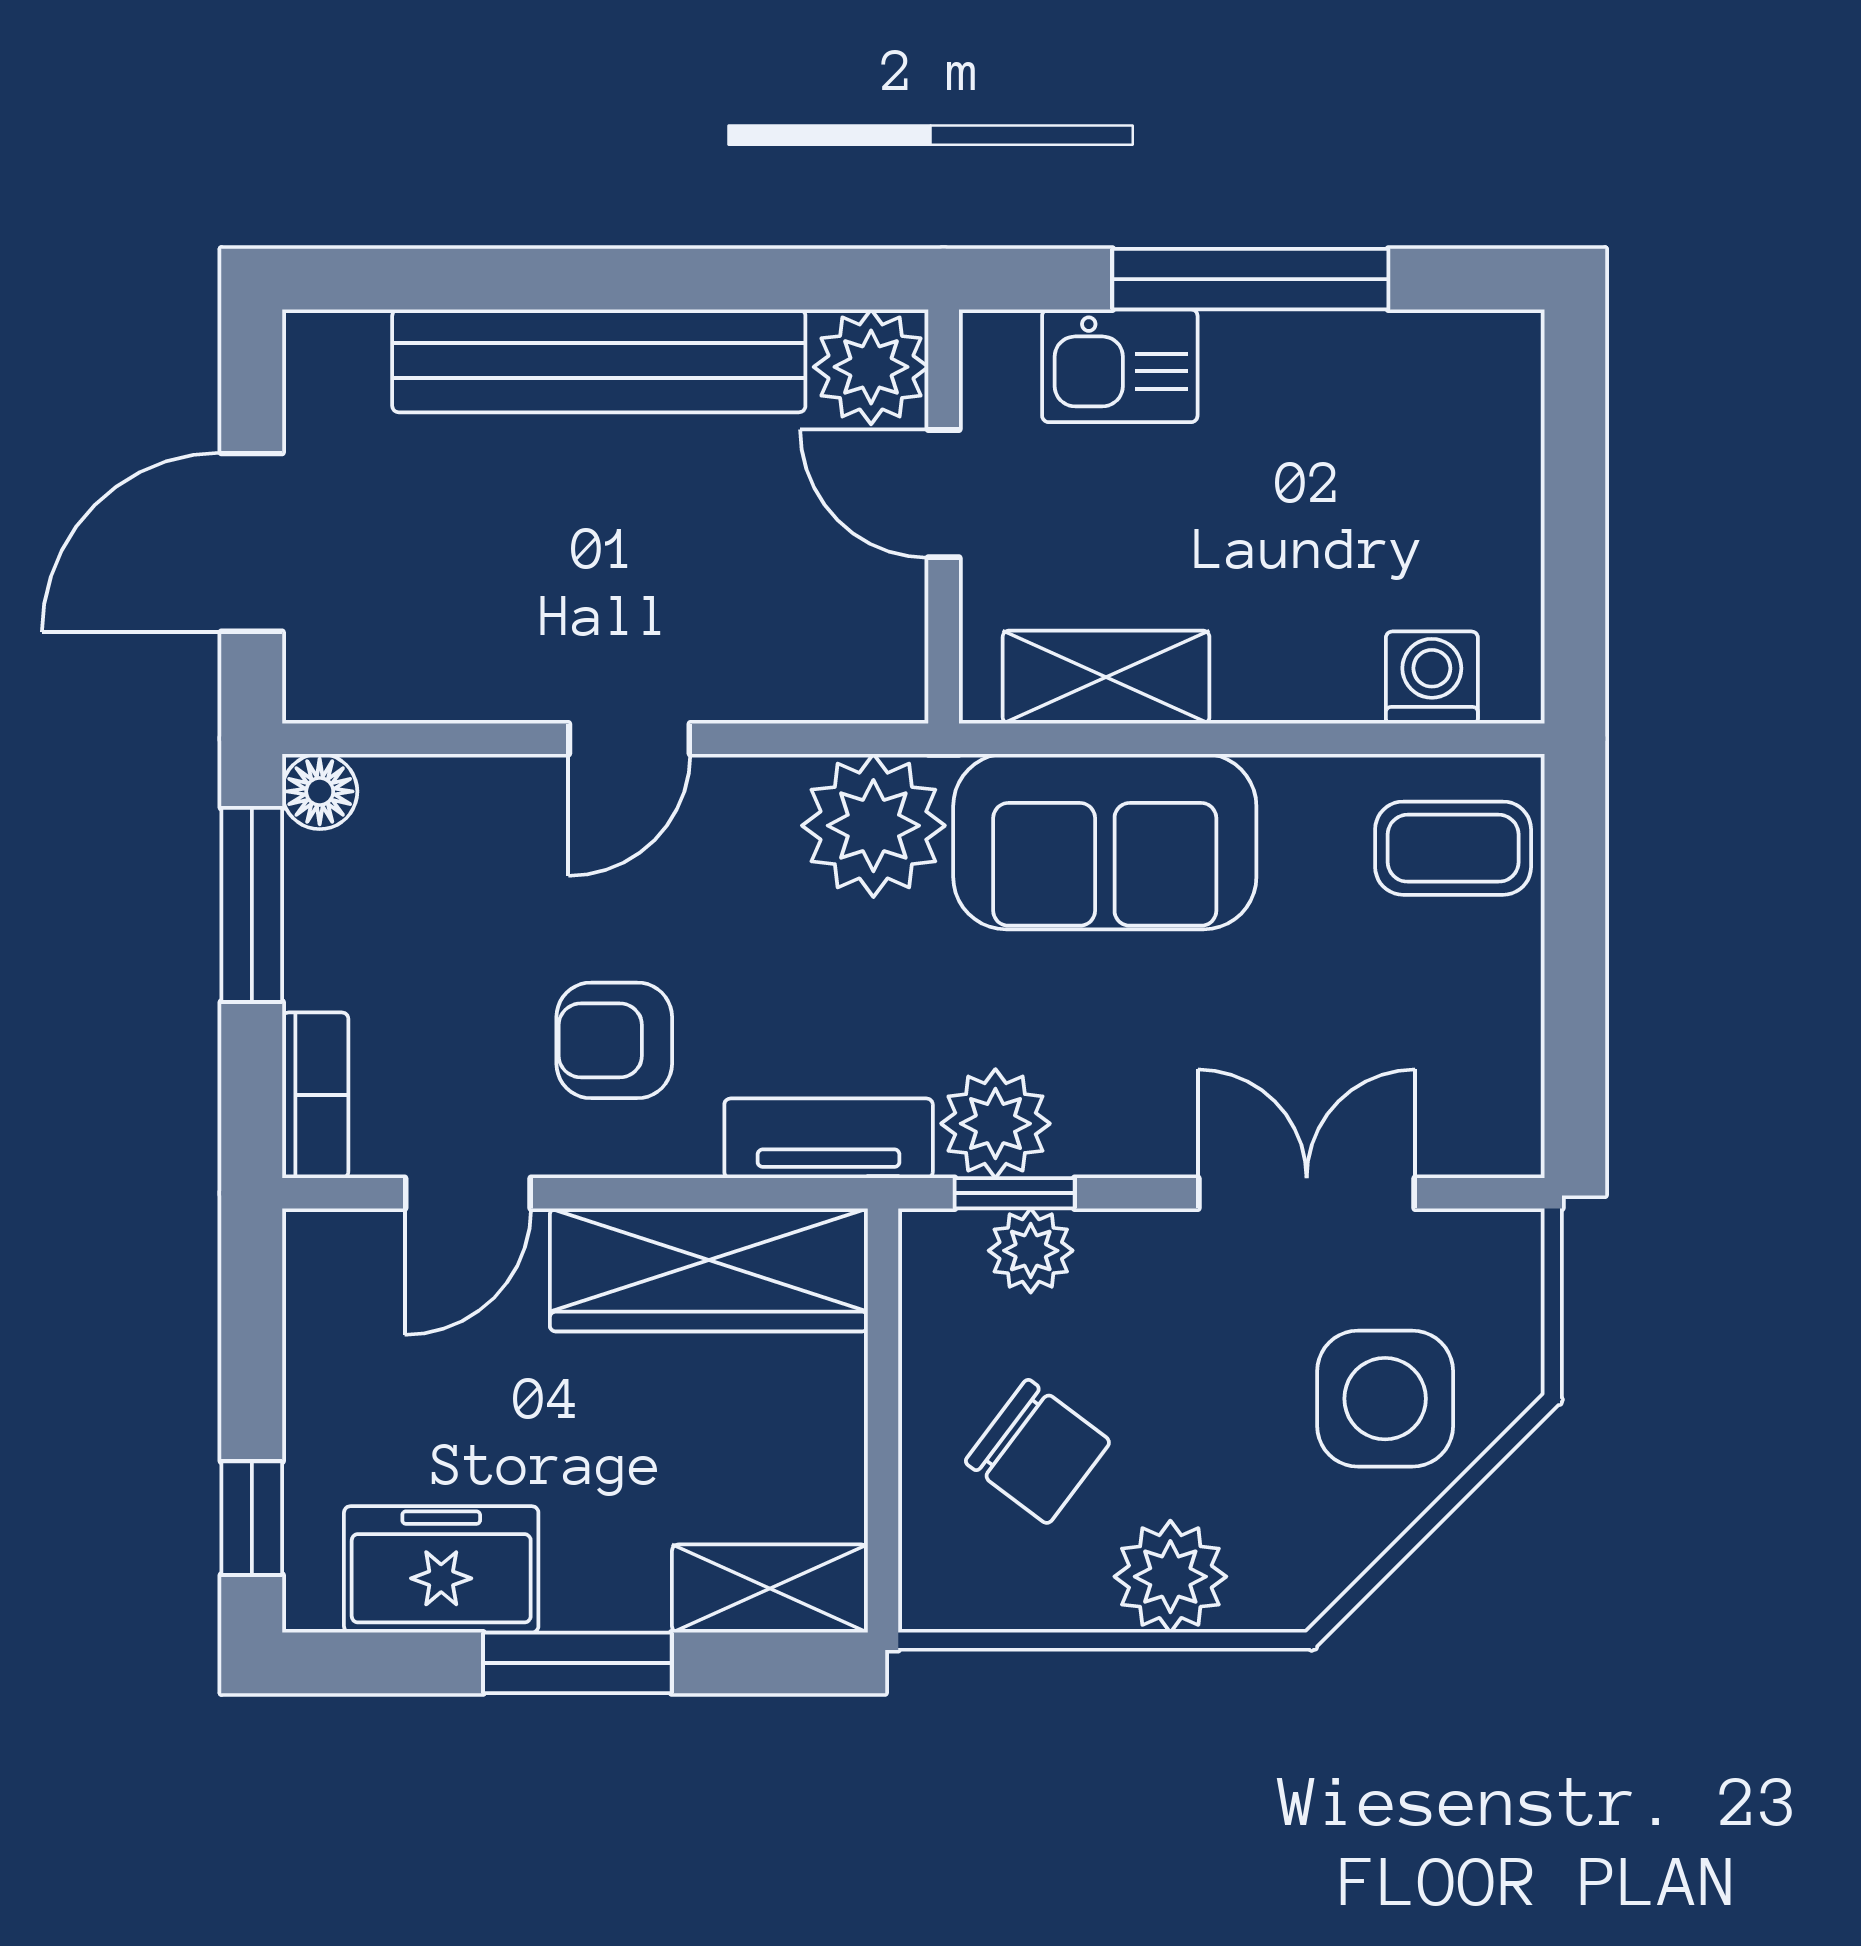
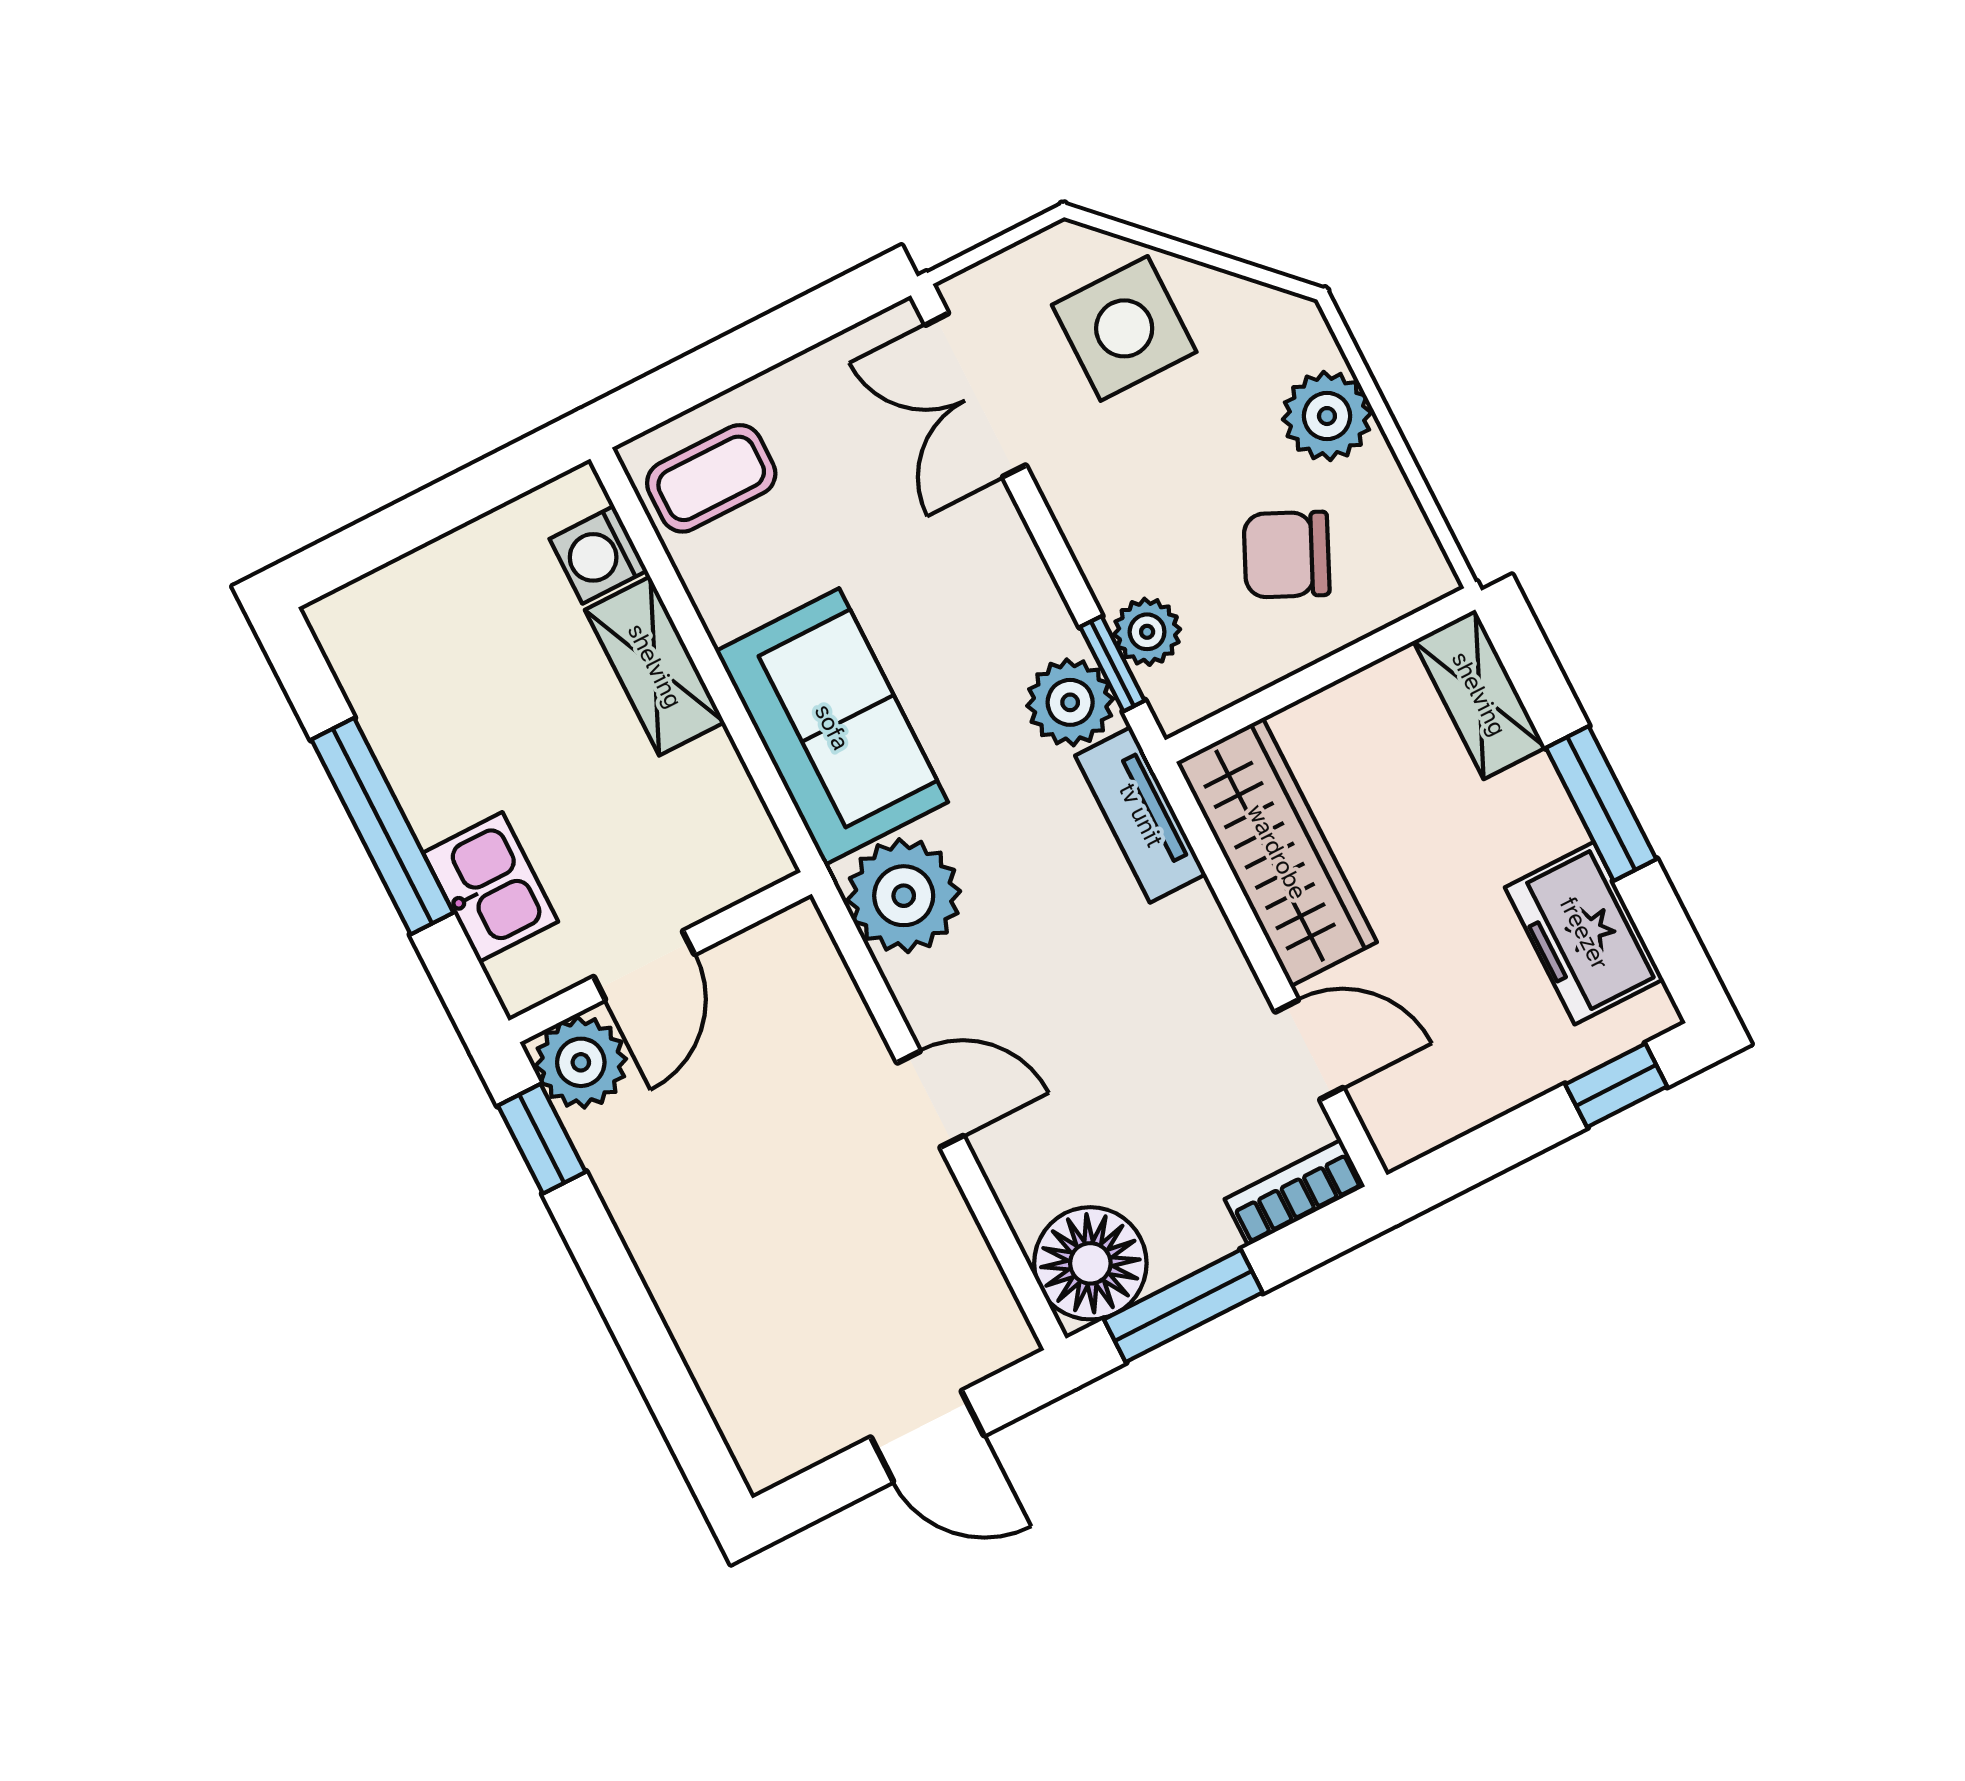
window: (807, 279) -> (542, 1139), added
bench: (599, 361) -> (674, 1257), removed
door: (252, 542) -> (927, 1436), width x0.73
shelving: (1106, 677) -> (655, 666), moved
floor lamp: (320, 791) -> (1090, 1263), width x1.89, depth x1.89
coffee table: (1453, 848) -> (711, 478), turned 90
armchair: (614, 1040) -> (1149, 1001), removed
double door: (1307, 1193) -> (976, 395), moved
chair: (1038, 1452) -> (1287, 555), turned -102

